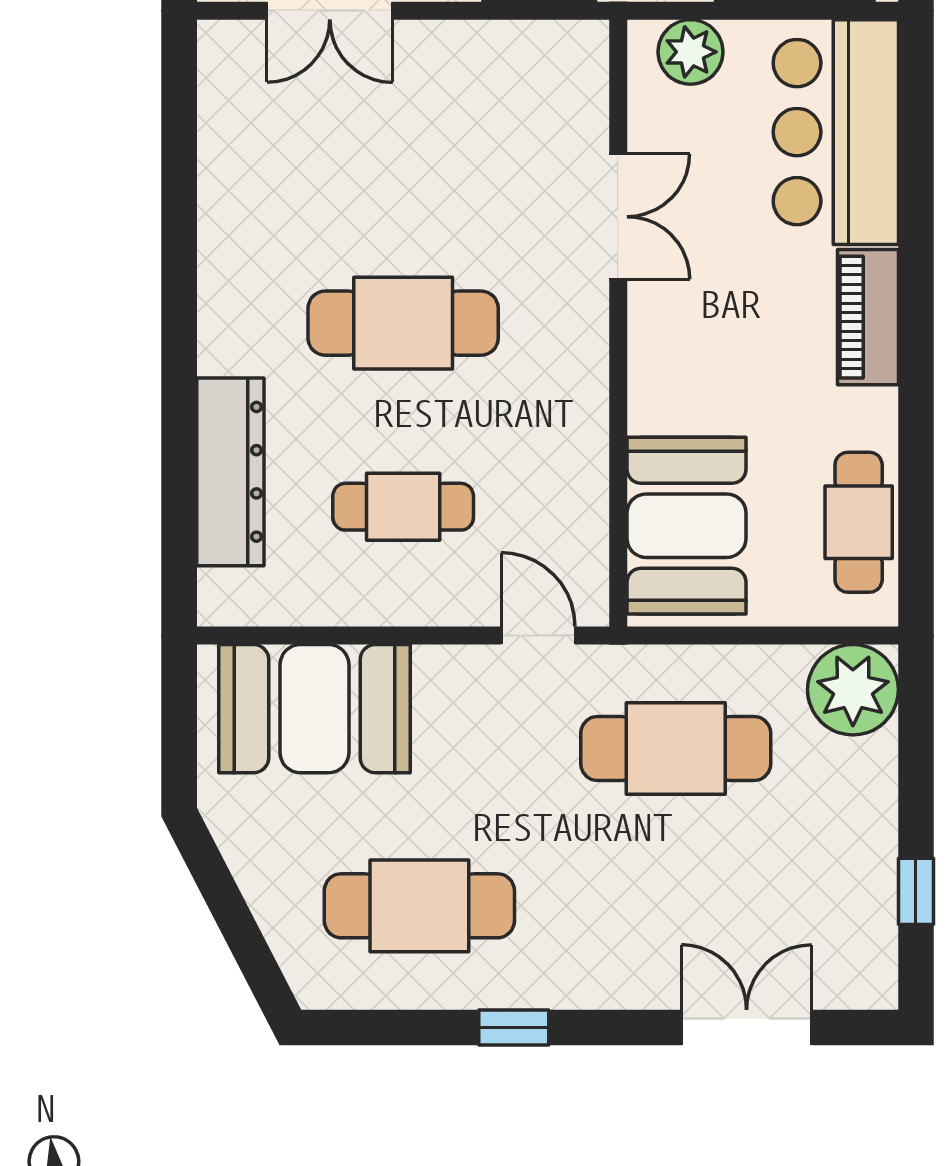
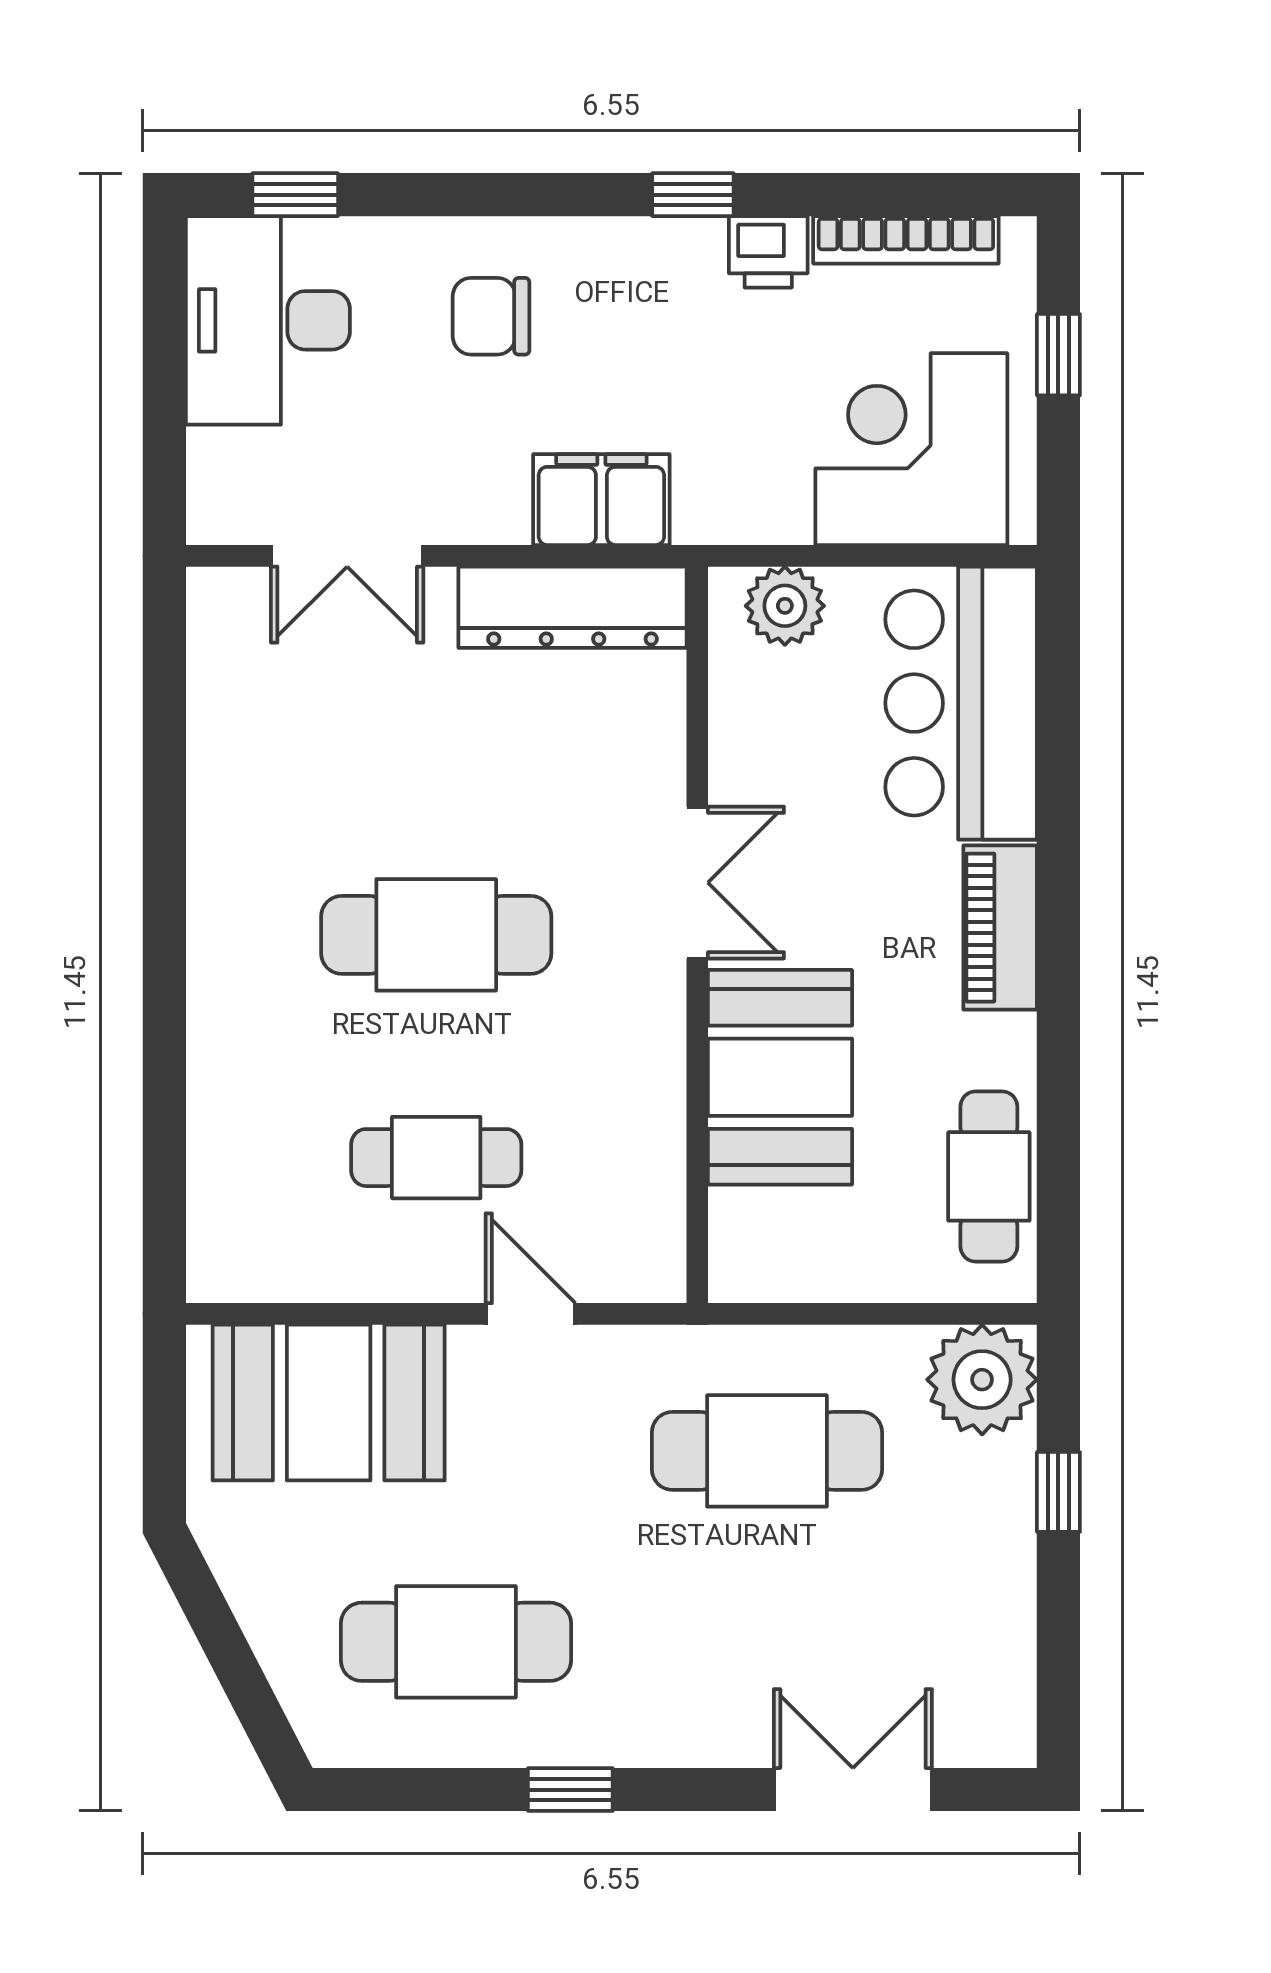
double door: (618, 217) -> (697, 883), moved
dresser: (230, 472) -> (572, 607), moved, turned 90
booth: (686, 526) -> (780, 1077), moved
door: (538, 636) -> (530, 1314), moved
window: (916, 891) -> (1058, 1492), moved

